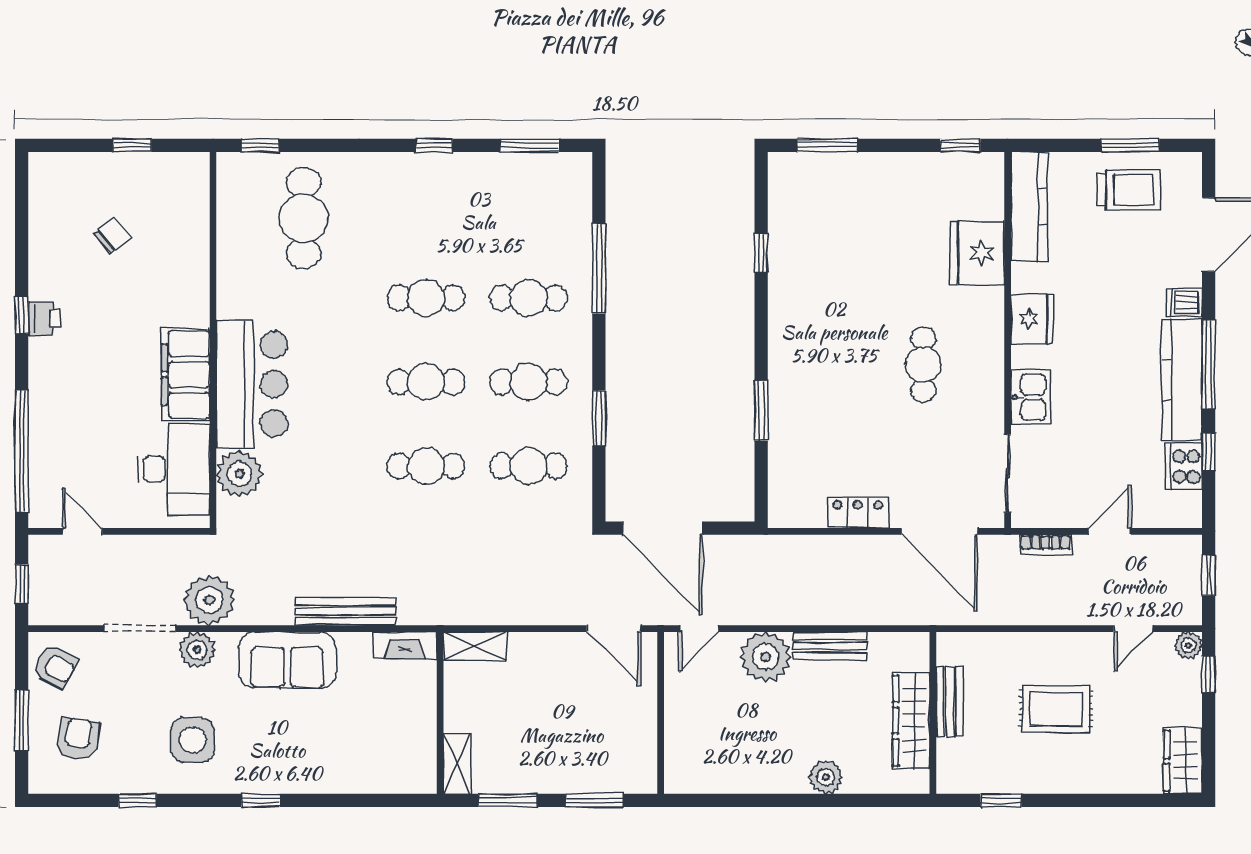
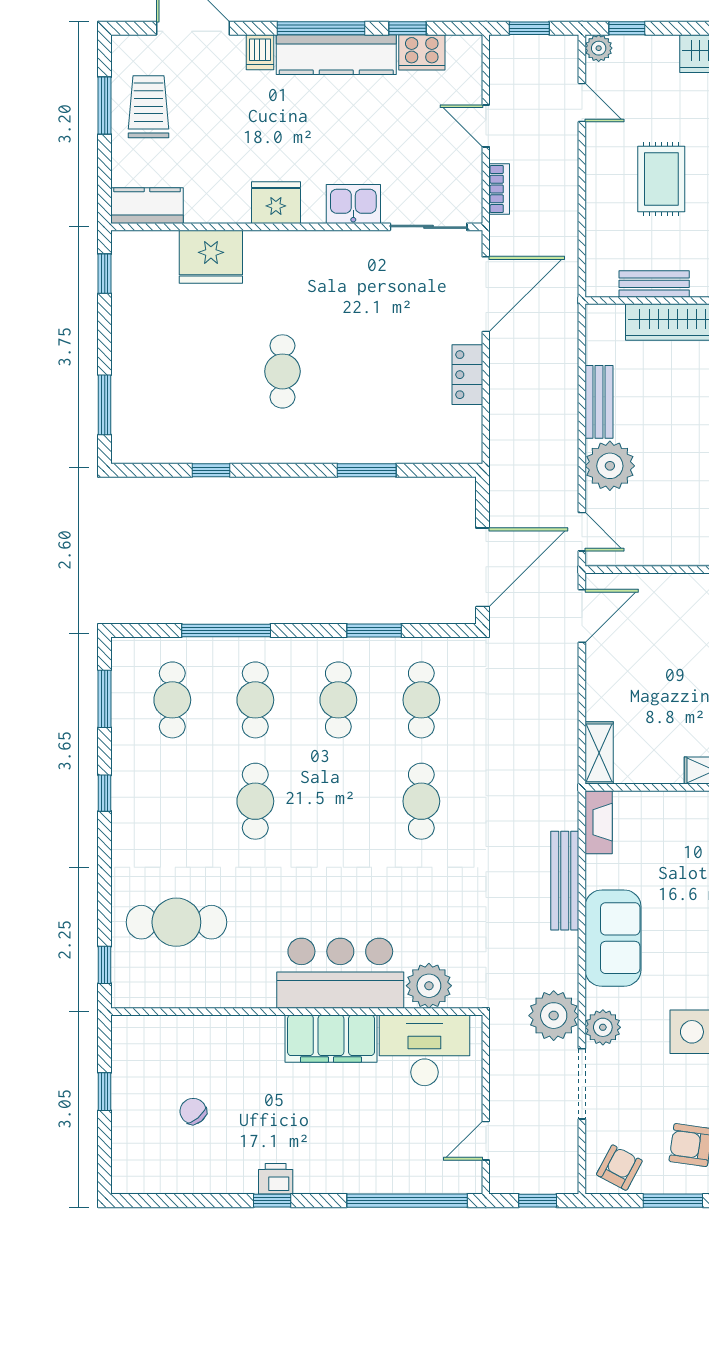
kitchen counter: (1029, 207) -> (147, 206), width x0.67
cafe table: (923, 365) -> (282, 371), moved, turned 90
cafe table: (426, 382) -> (172, 700), moved

